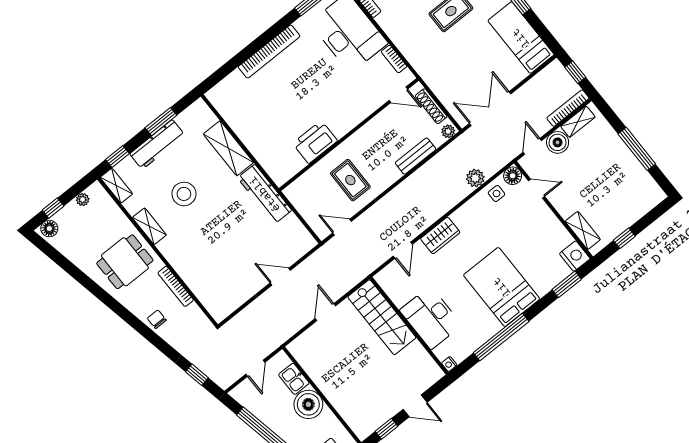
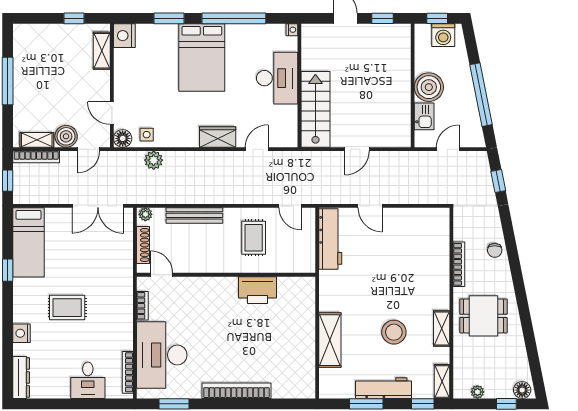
bench: (416, 156) -> (194, 215), width x1.36
workbench: (265, 194) -> (330, 239), moved
window: (567, 284) -> (169, 18), moved

